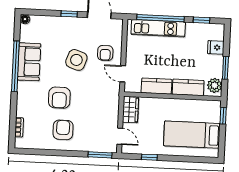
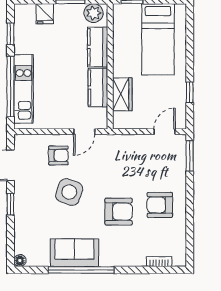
wardrobe: (130, 110) -> (122, 94), moved, turned 90

